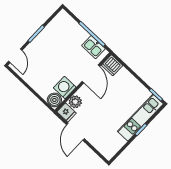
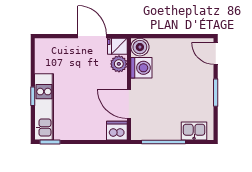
kitchen sink: (93, 47) -> (194, 131), moved

